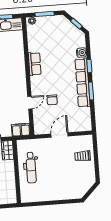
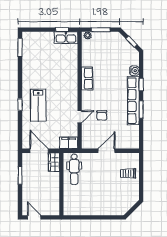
dental chair: (31, 168) -> (74, 169), moved

